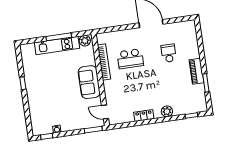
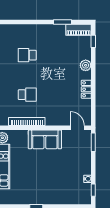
school desk: (130, 59) -> (27, 95), width x0.54
piano: (196, 71) -> (78, 30), moved
door: (105, 112) -> (77, 128), swing flipped

